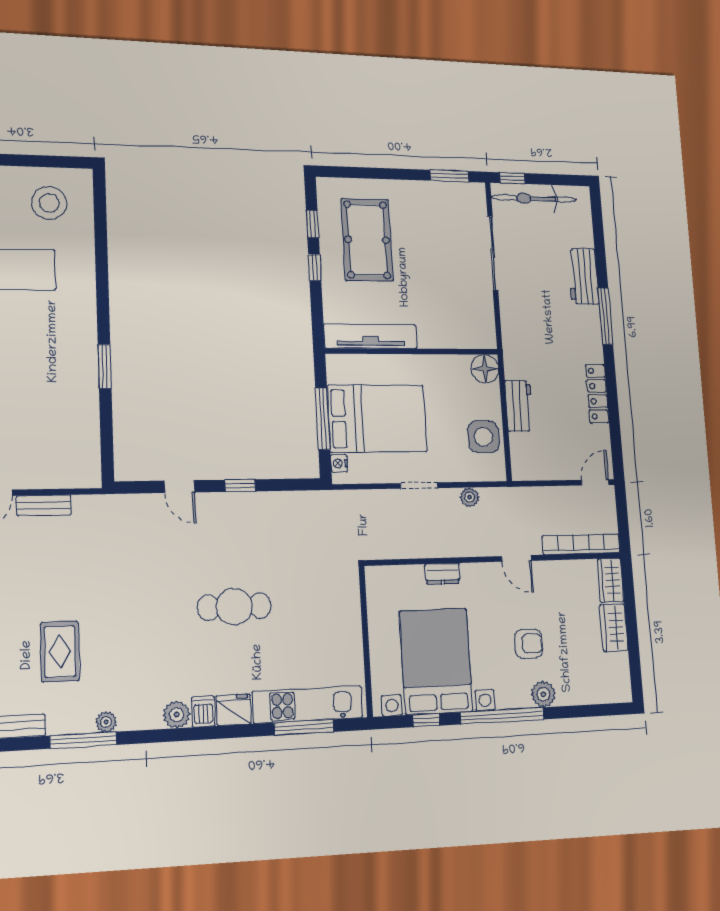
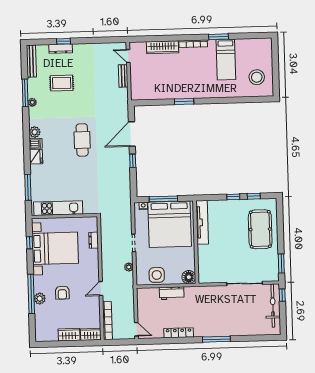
pool table: (367, 240) -> (260, 229), moved, turned 90
workbench: (583, 276) -> (235, 329), removed
bed: (377, 419) -> (170, 224), width x1.36
door: (180, 487) -> (132, 134), width x1.87
dresser: (442, 574) -> (94, 240), moved
cafe table: (234, 607) -> (82, 140), moved
kitchen unit: (308, 705) -> (58, 208), moved, turned -90
window: (502, 716) -> (31, 294), moved

